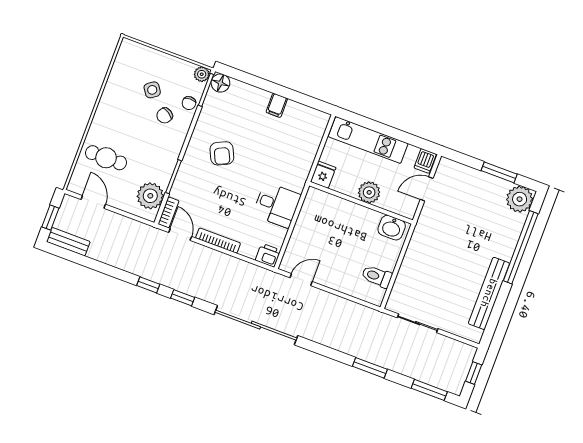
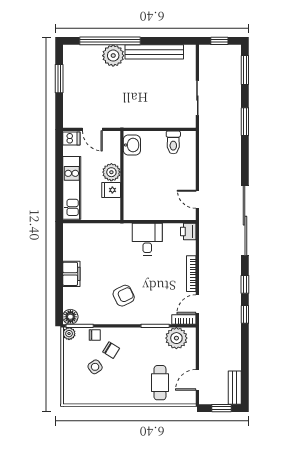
filing cabinet: (277, 105) -> (71, 274), width x2.00
fridge: (323, 175) -> (111, 190), moved
plant: (520, 199) -> (113, 56), moved

